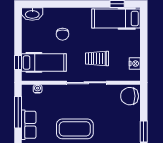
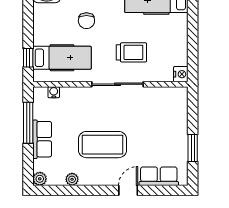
trolley: (97, 58) -> (131, 52), turned 180
nightstand: (135, 64) -> (181, 74), moved
chair: (130, 96) -> (174, 102), removed

